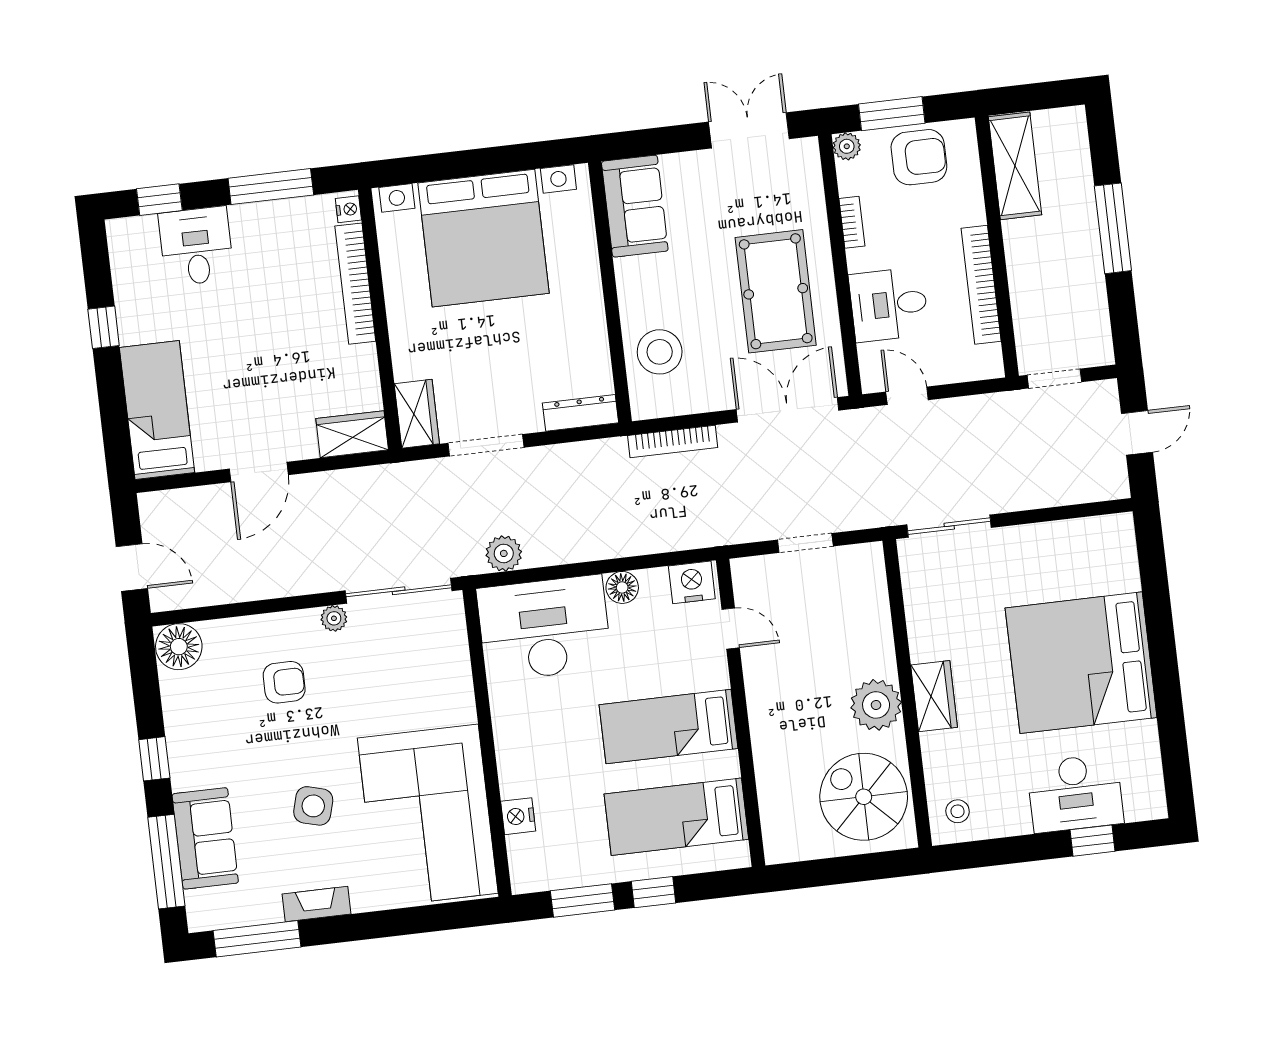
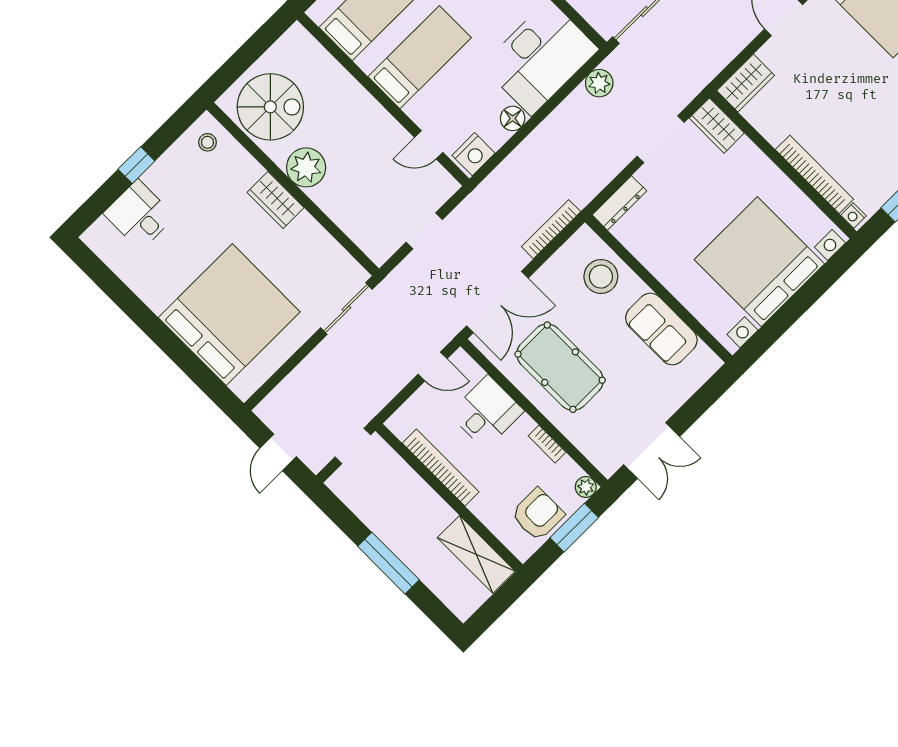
armchair: (919, 157) -> (538, 514), turned 180
sofa: (635, 206) -> (661, 329), moved
bed: (1081, 663) -> (229, 315), moved
desk: (1075, 793) -> (139, 215), width x0.73
window: (1092, 841) -> (136, 165), moved

